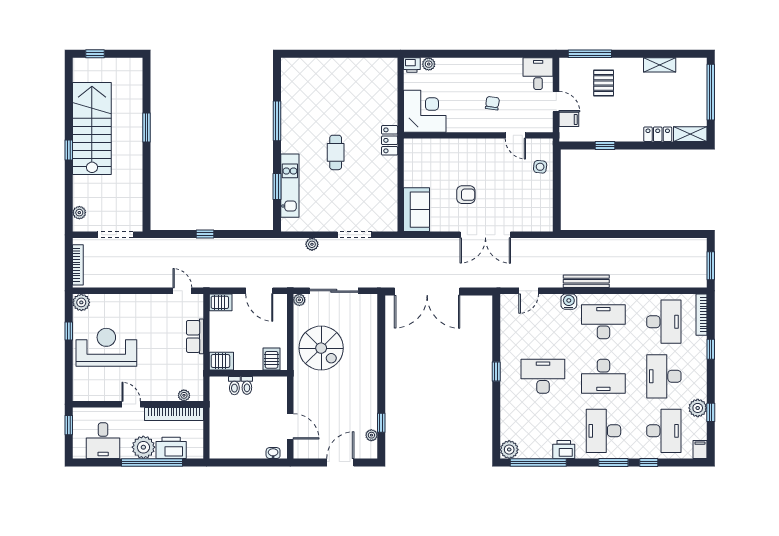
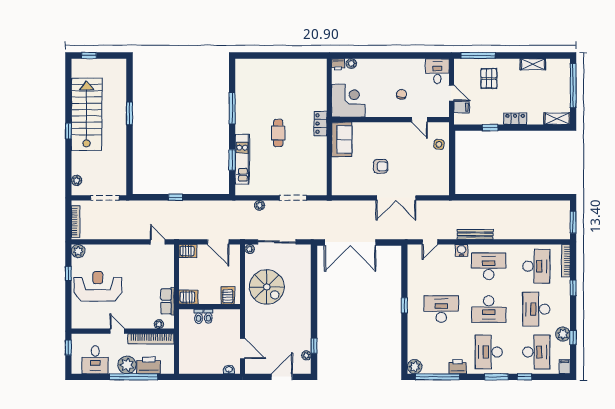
locker: (658, 134) -> (515, 119), moved
sofa: (417, 210) -> (342, 140), moved
row of seats: (195, 336) -> (167, 301), moved

